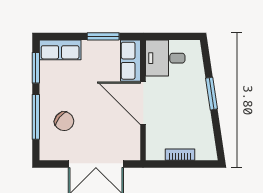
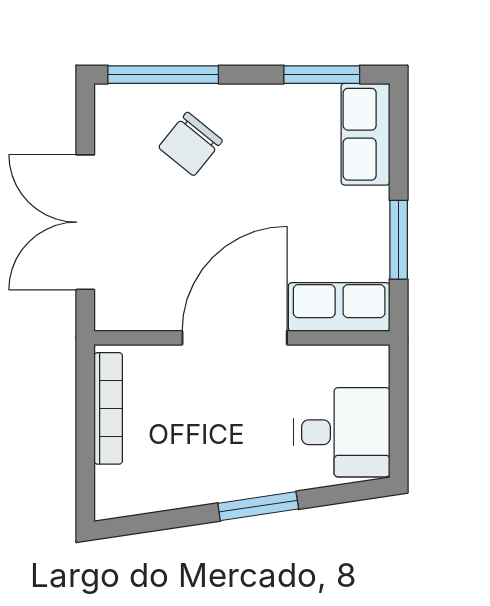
desk: (165, 58) -> (342, 432), moved, turned 90
window: (36, 117) -> (163, 75), moved
bookcase: (180, 155) -> (108, 408), width x1.56

